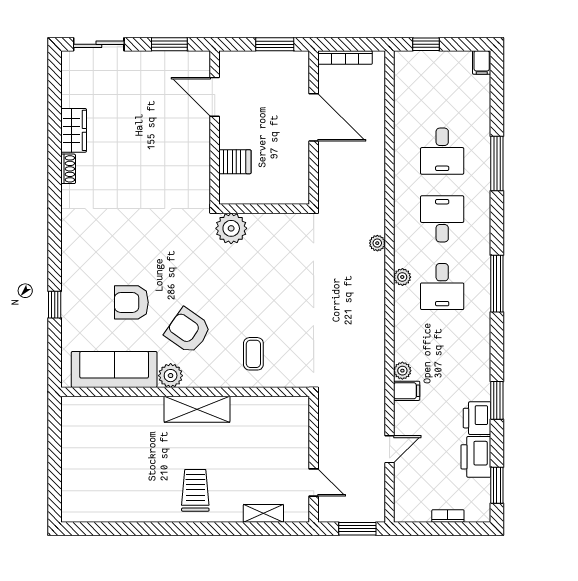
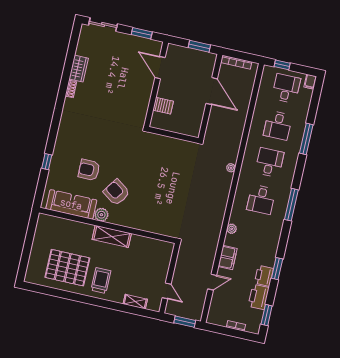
desk: (442, 83) -> (286, 88), added
plant: (231, 228) -> (153, 142), removed
plant: (402, 277) -> (240, 189), removed
coffee table: (253, 354) -> (149, 213), removed
plant: (402, 371) -> (232, 229), moved
filing cabinet: (407, 391) -> (228, 258), width x2.00
pallet: (132, 481) -> (67, 268), added

